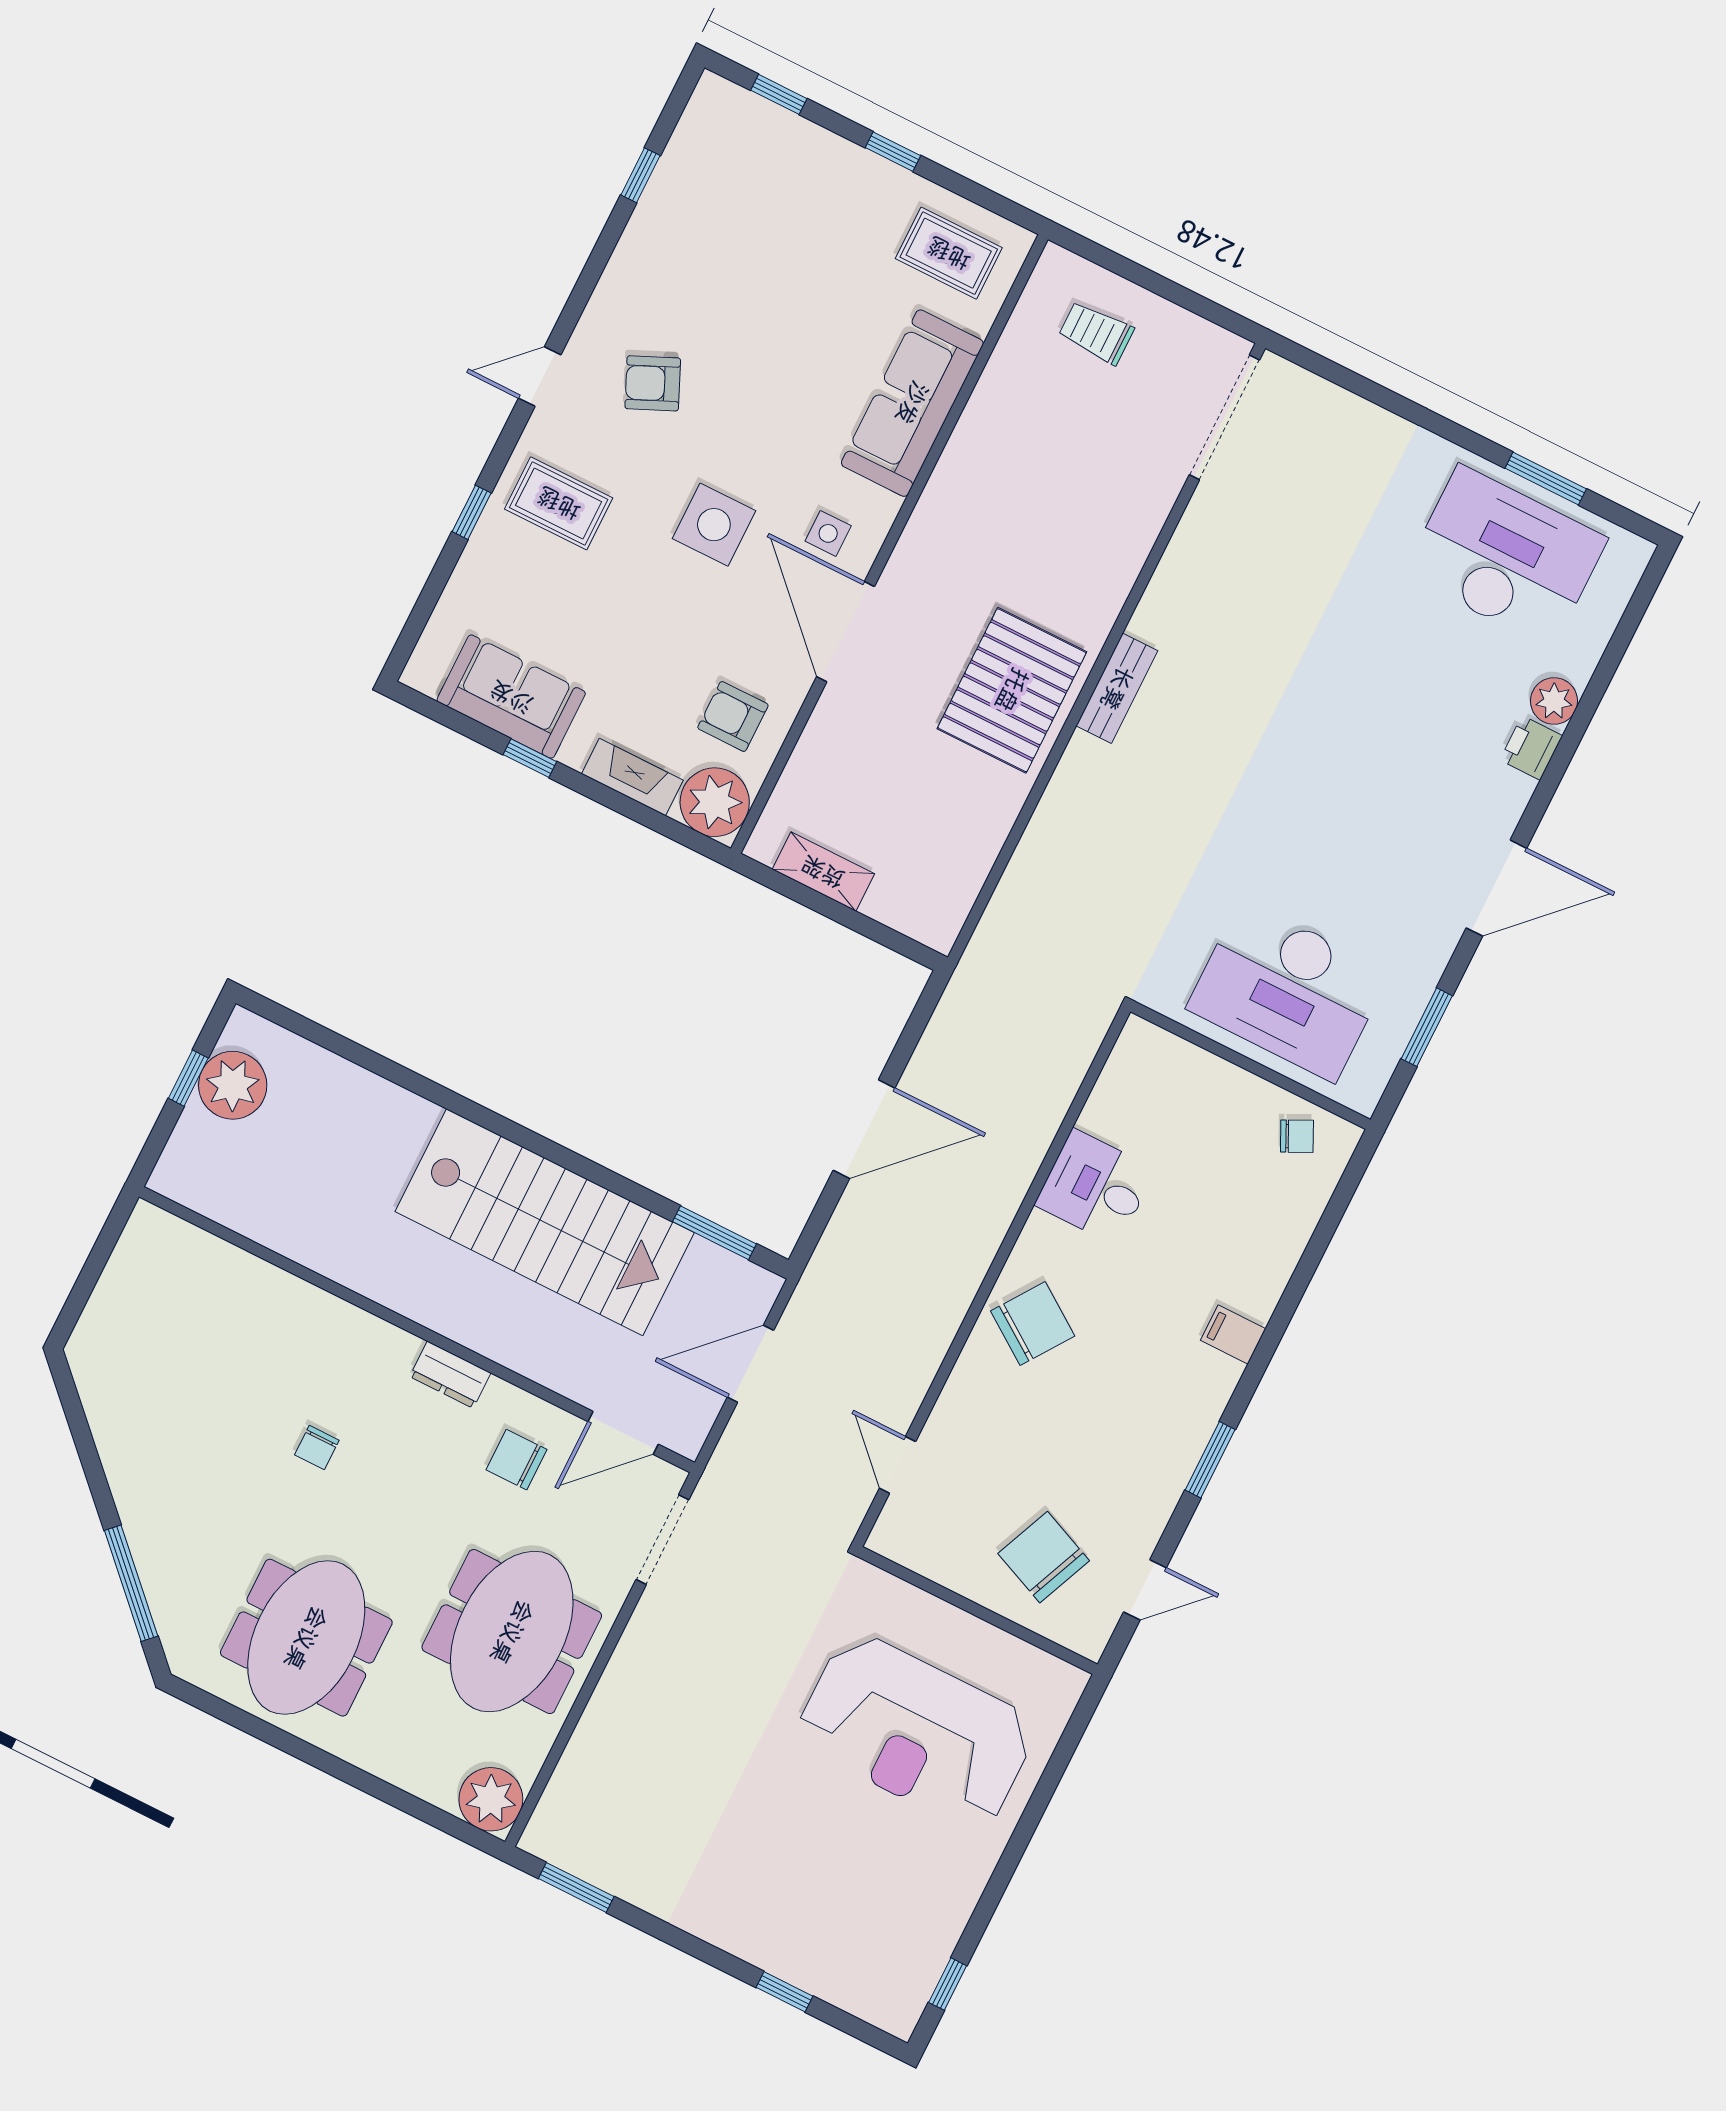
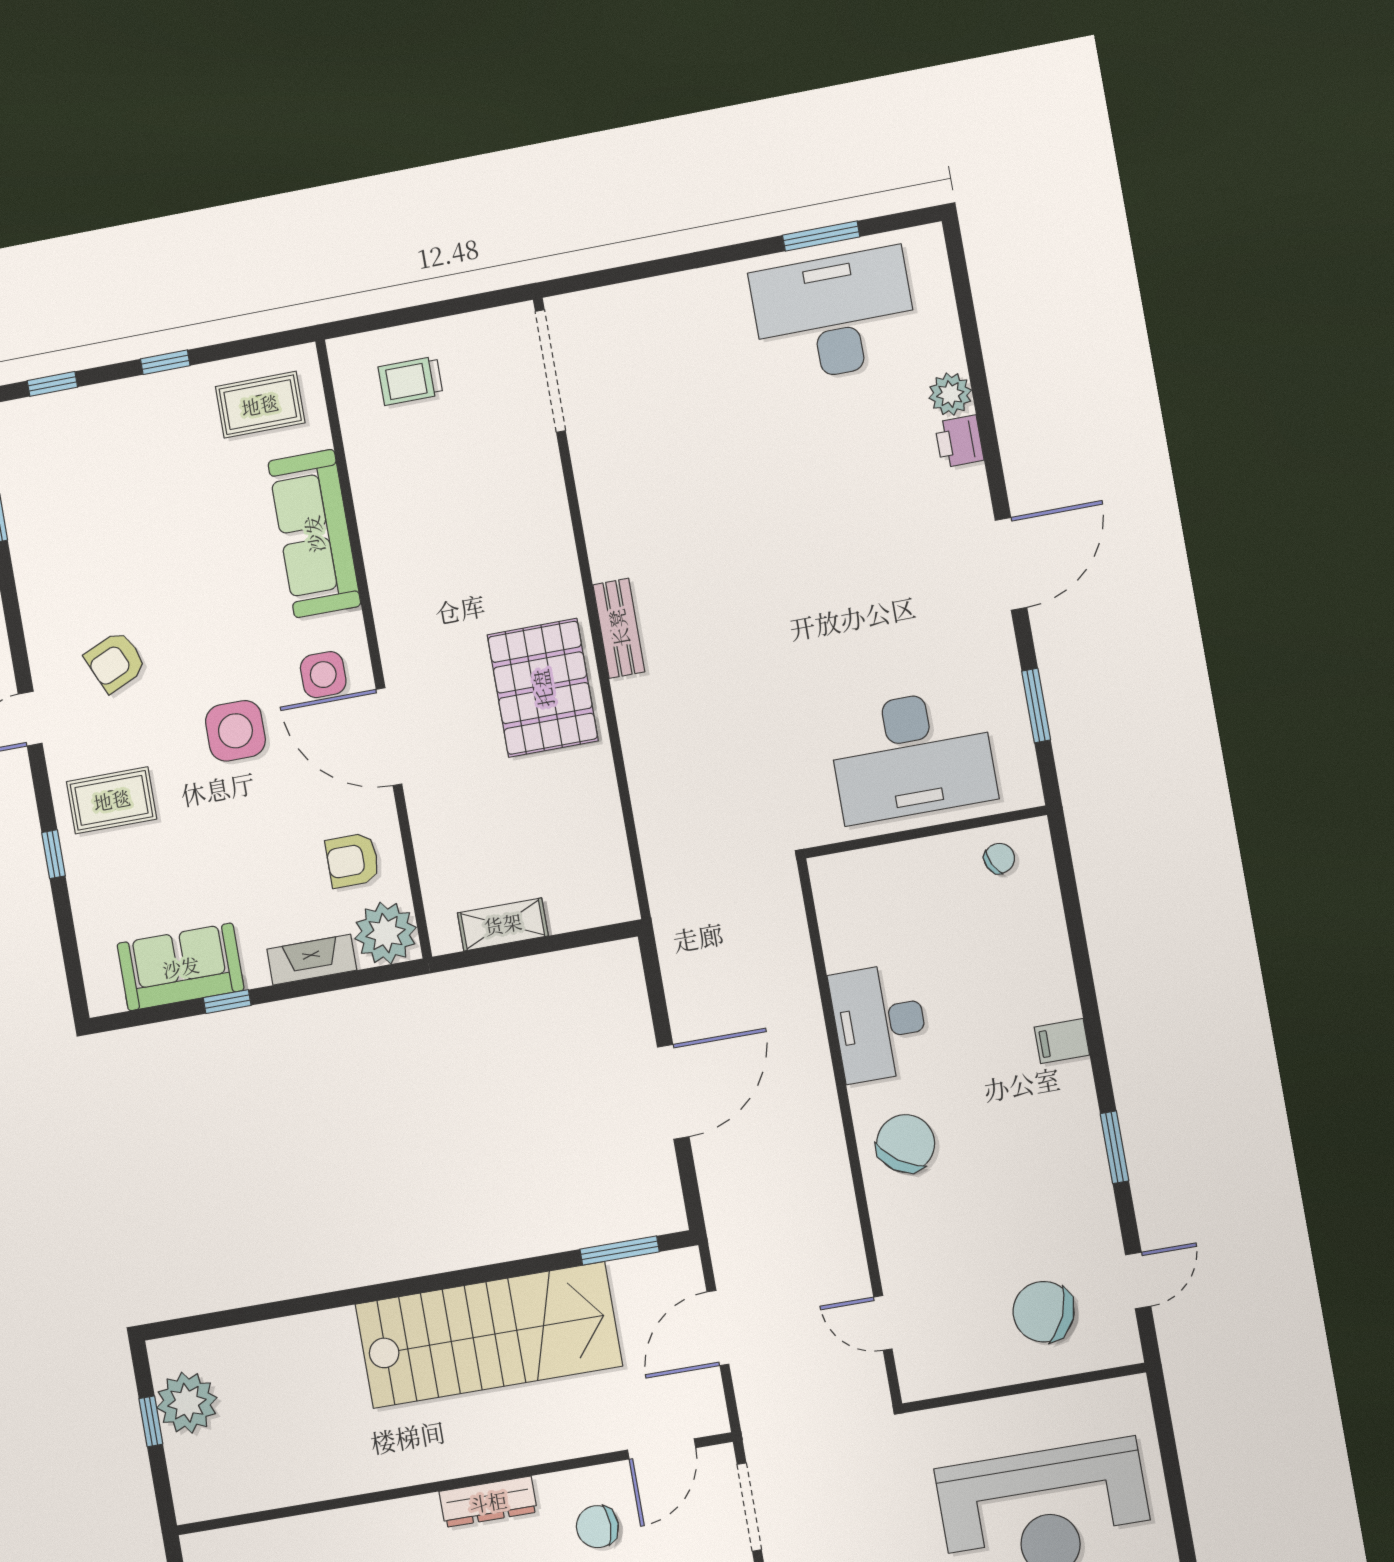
side table: (828, 533) -> (323, 675), width x1.37, depth x1.37
desk: (1095, 1187) -> (879, 1023), width x1.37
dresser: (450, 1375) -> (488, 1502), width x1.44

